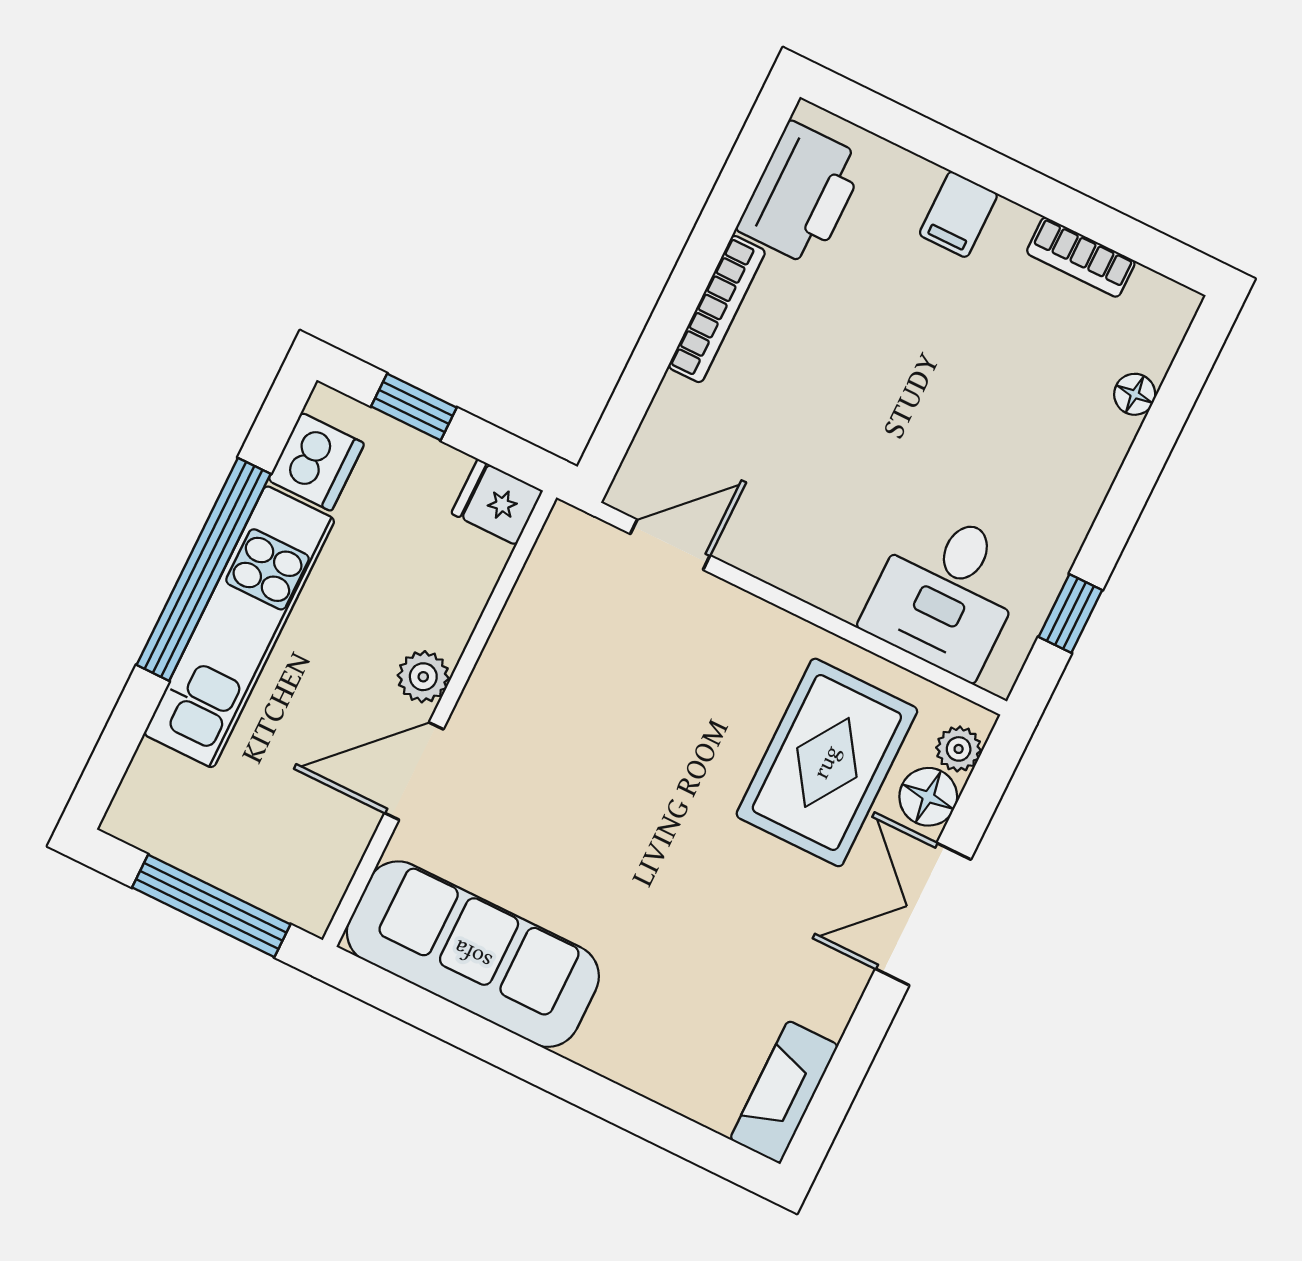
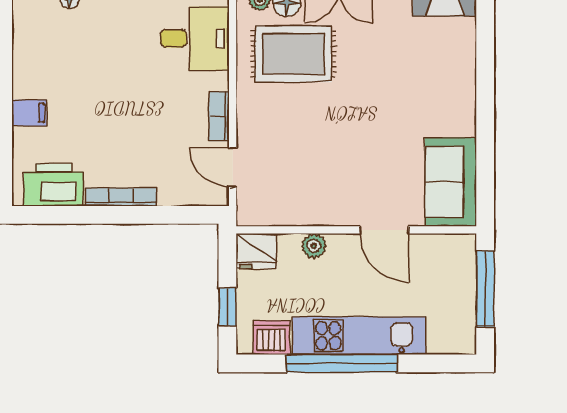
bookcase: (1081, 257) -> (219, 116), moved, turned 180
fridge: (497, 502) -> (256, 251), width x1.38
plant: (423, 677) -> (314, 246), moved
sofa: (473, 954) -> (451, 182), width x0.73

